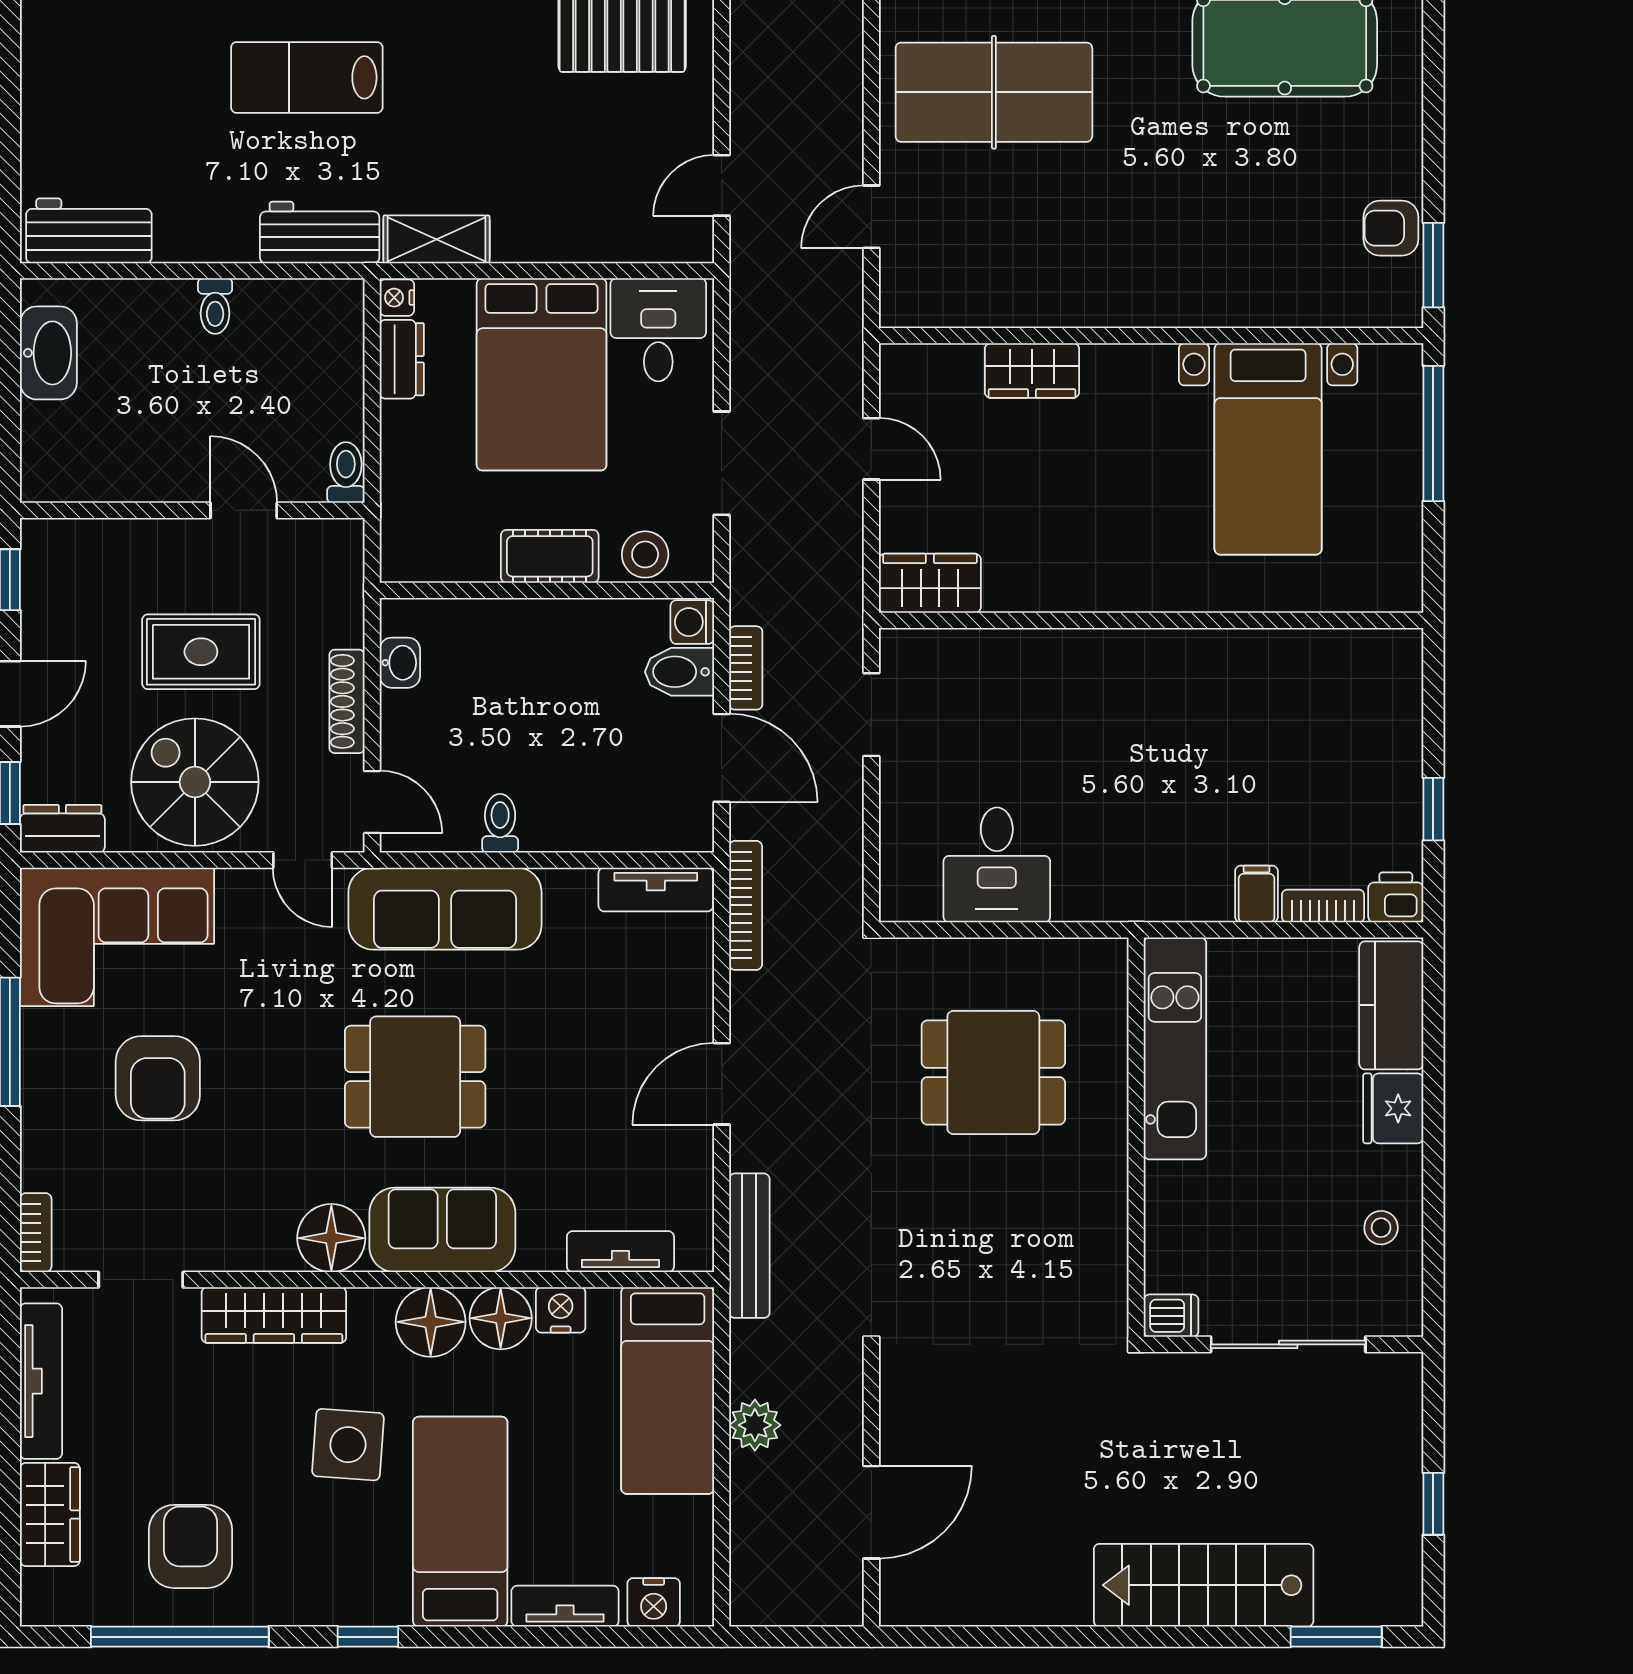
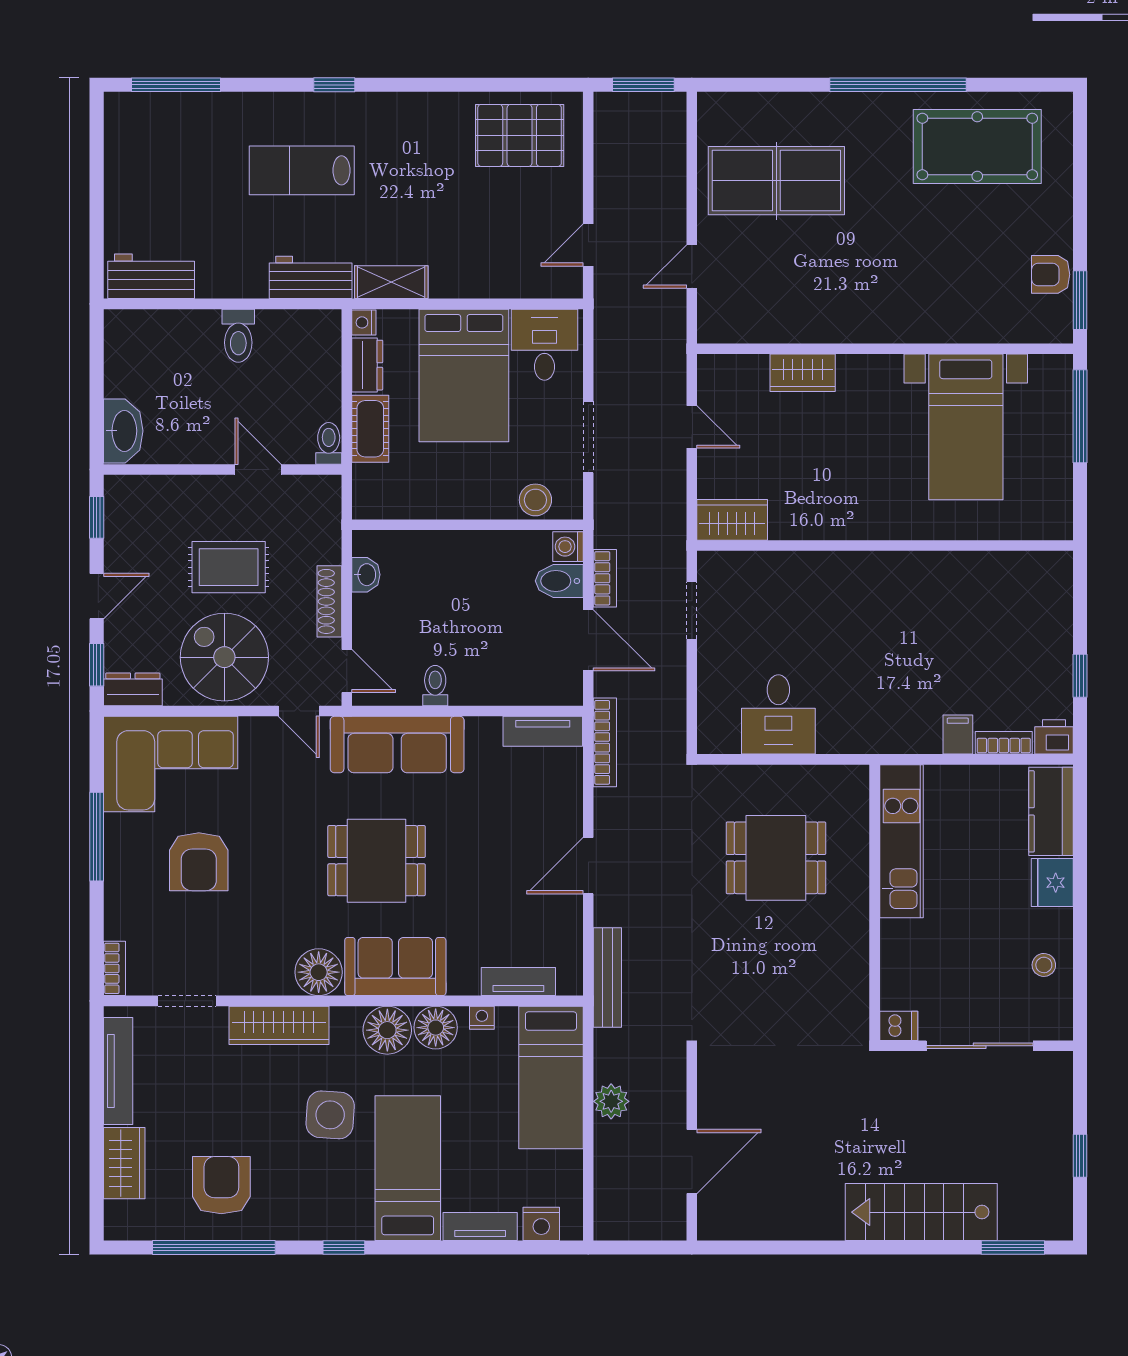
toilet: (215, 306) -> (238, 336), width x1.37, depth x1.39
washbasin: (48, 353) -> (123, 431), moved
cot: (550, 556) -> (370, 429), moved, turned 90
nightstand: (561, 1310) -> (482, 1018), width x0.72, depth x0.74

